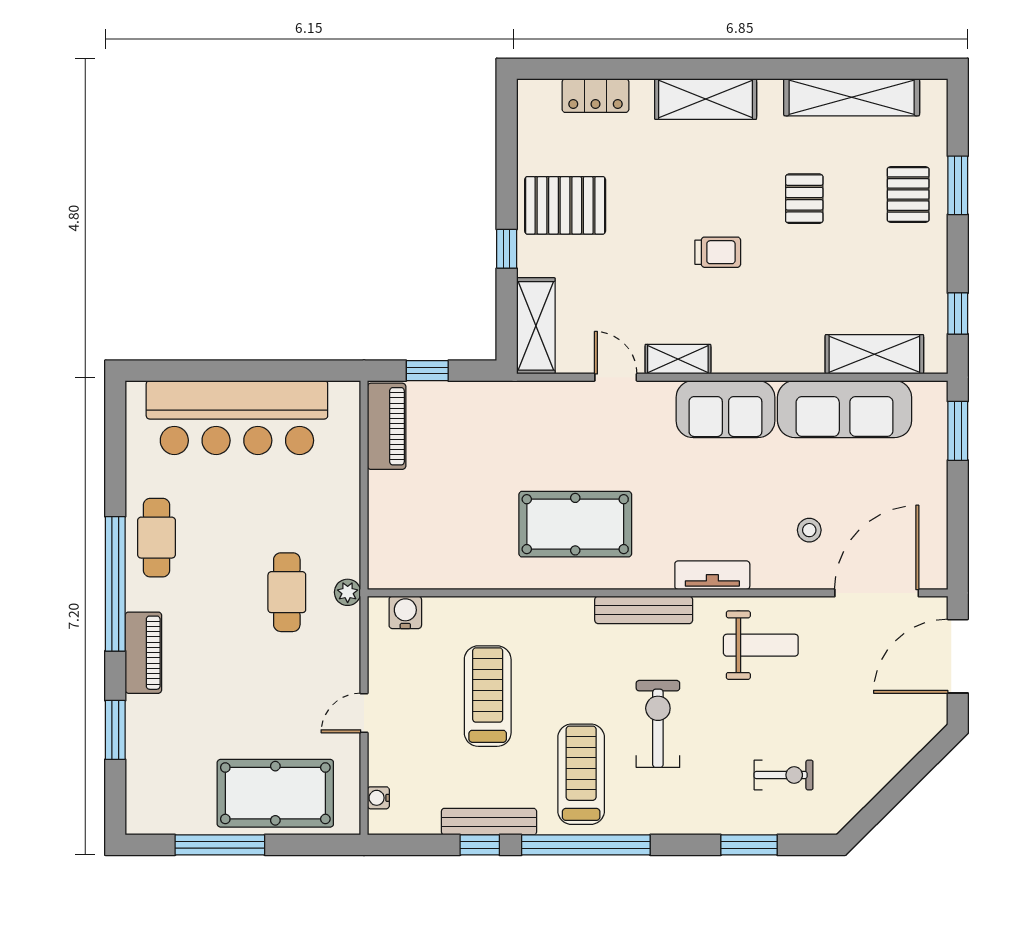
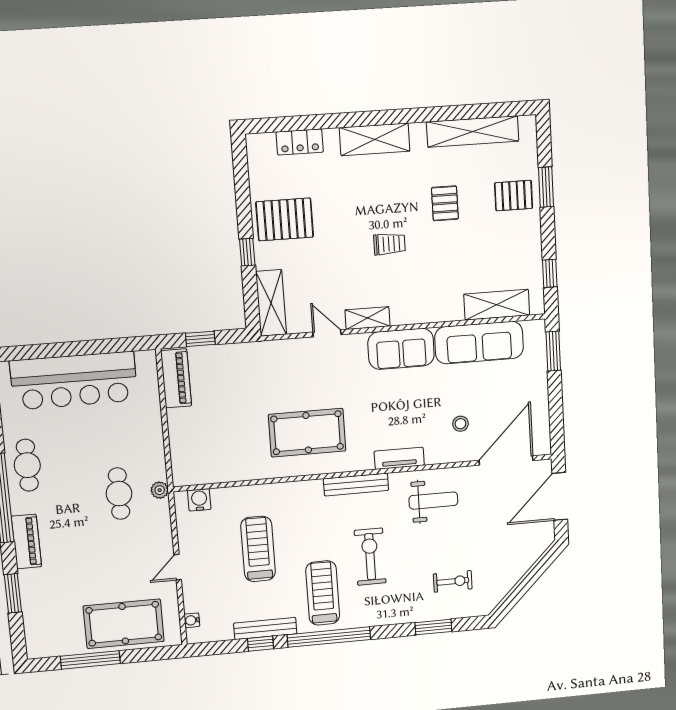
pallet: (908, 194) -> (514, 196), turned 90

